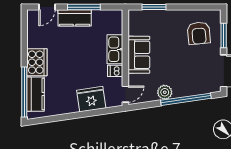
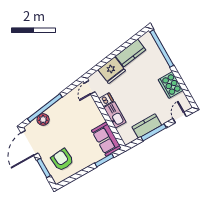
kitchen counter: (75, 18) -> (147, 126), moved
sofa: (139, 55) -> (106, 139), moved
cooker: (37, 62) -> (171, 85), moved
plant: (165, 92) -> (43, 120), moved
kitchen counter: (36, 94) -> (131, 53), moved, turned -98

